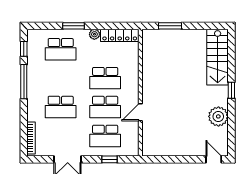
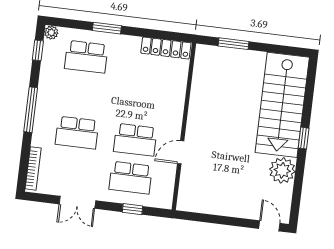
plant: (94, 34) -> (51, 33), moved
stairs: (218, 57) -> (282, 105), width x1.36, depth x1.51
school desk: (105, 78) -> (140, 102), removed
window: (24, 82) -> (31, 110), moved

